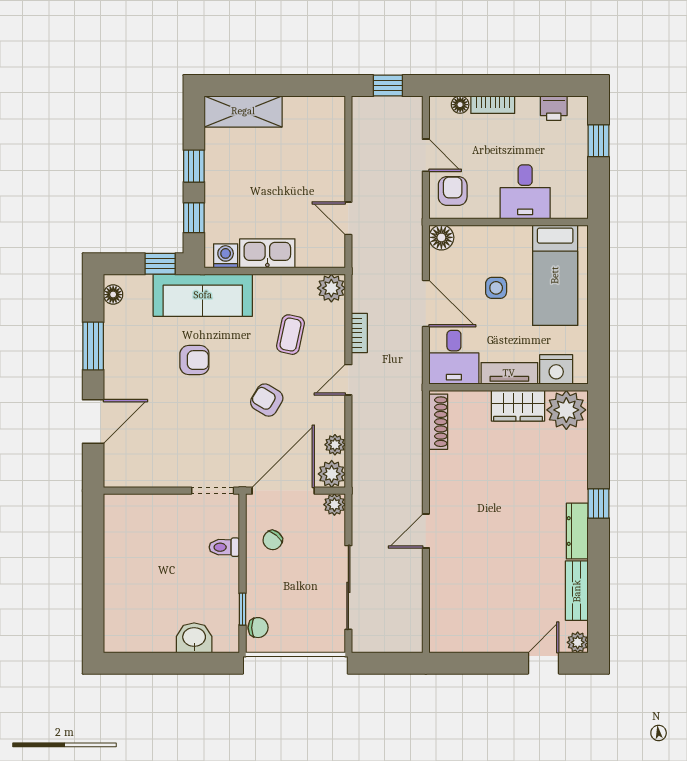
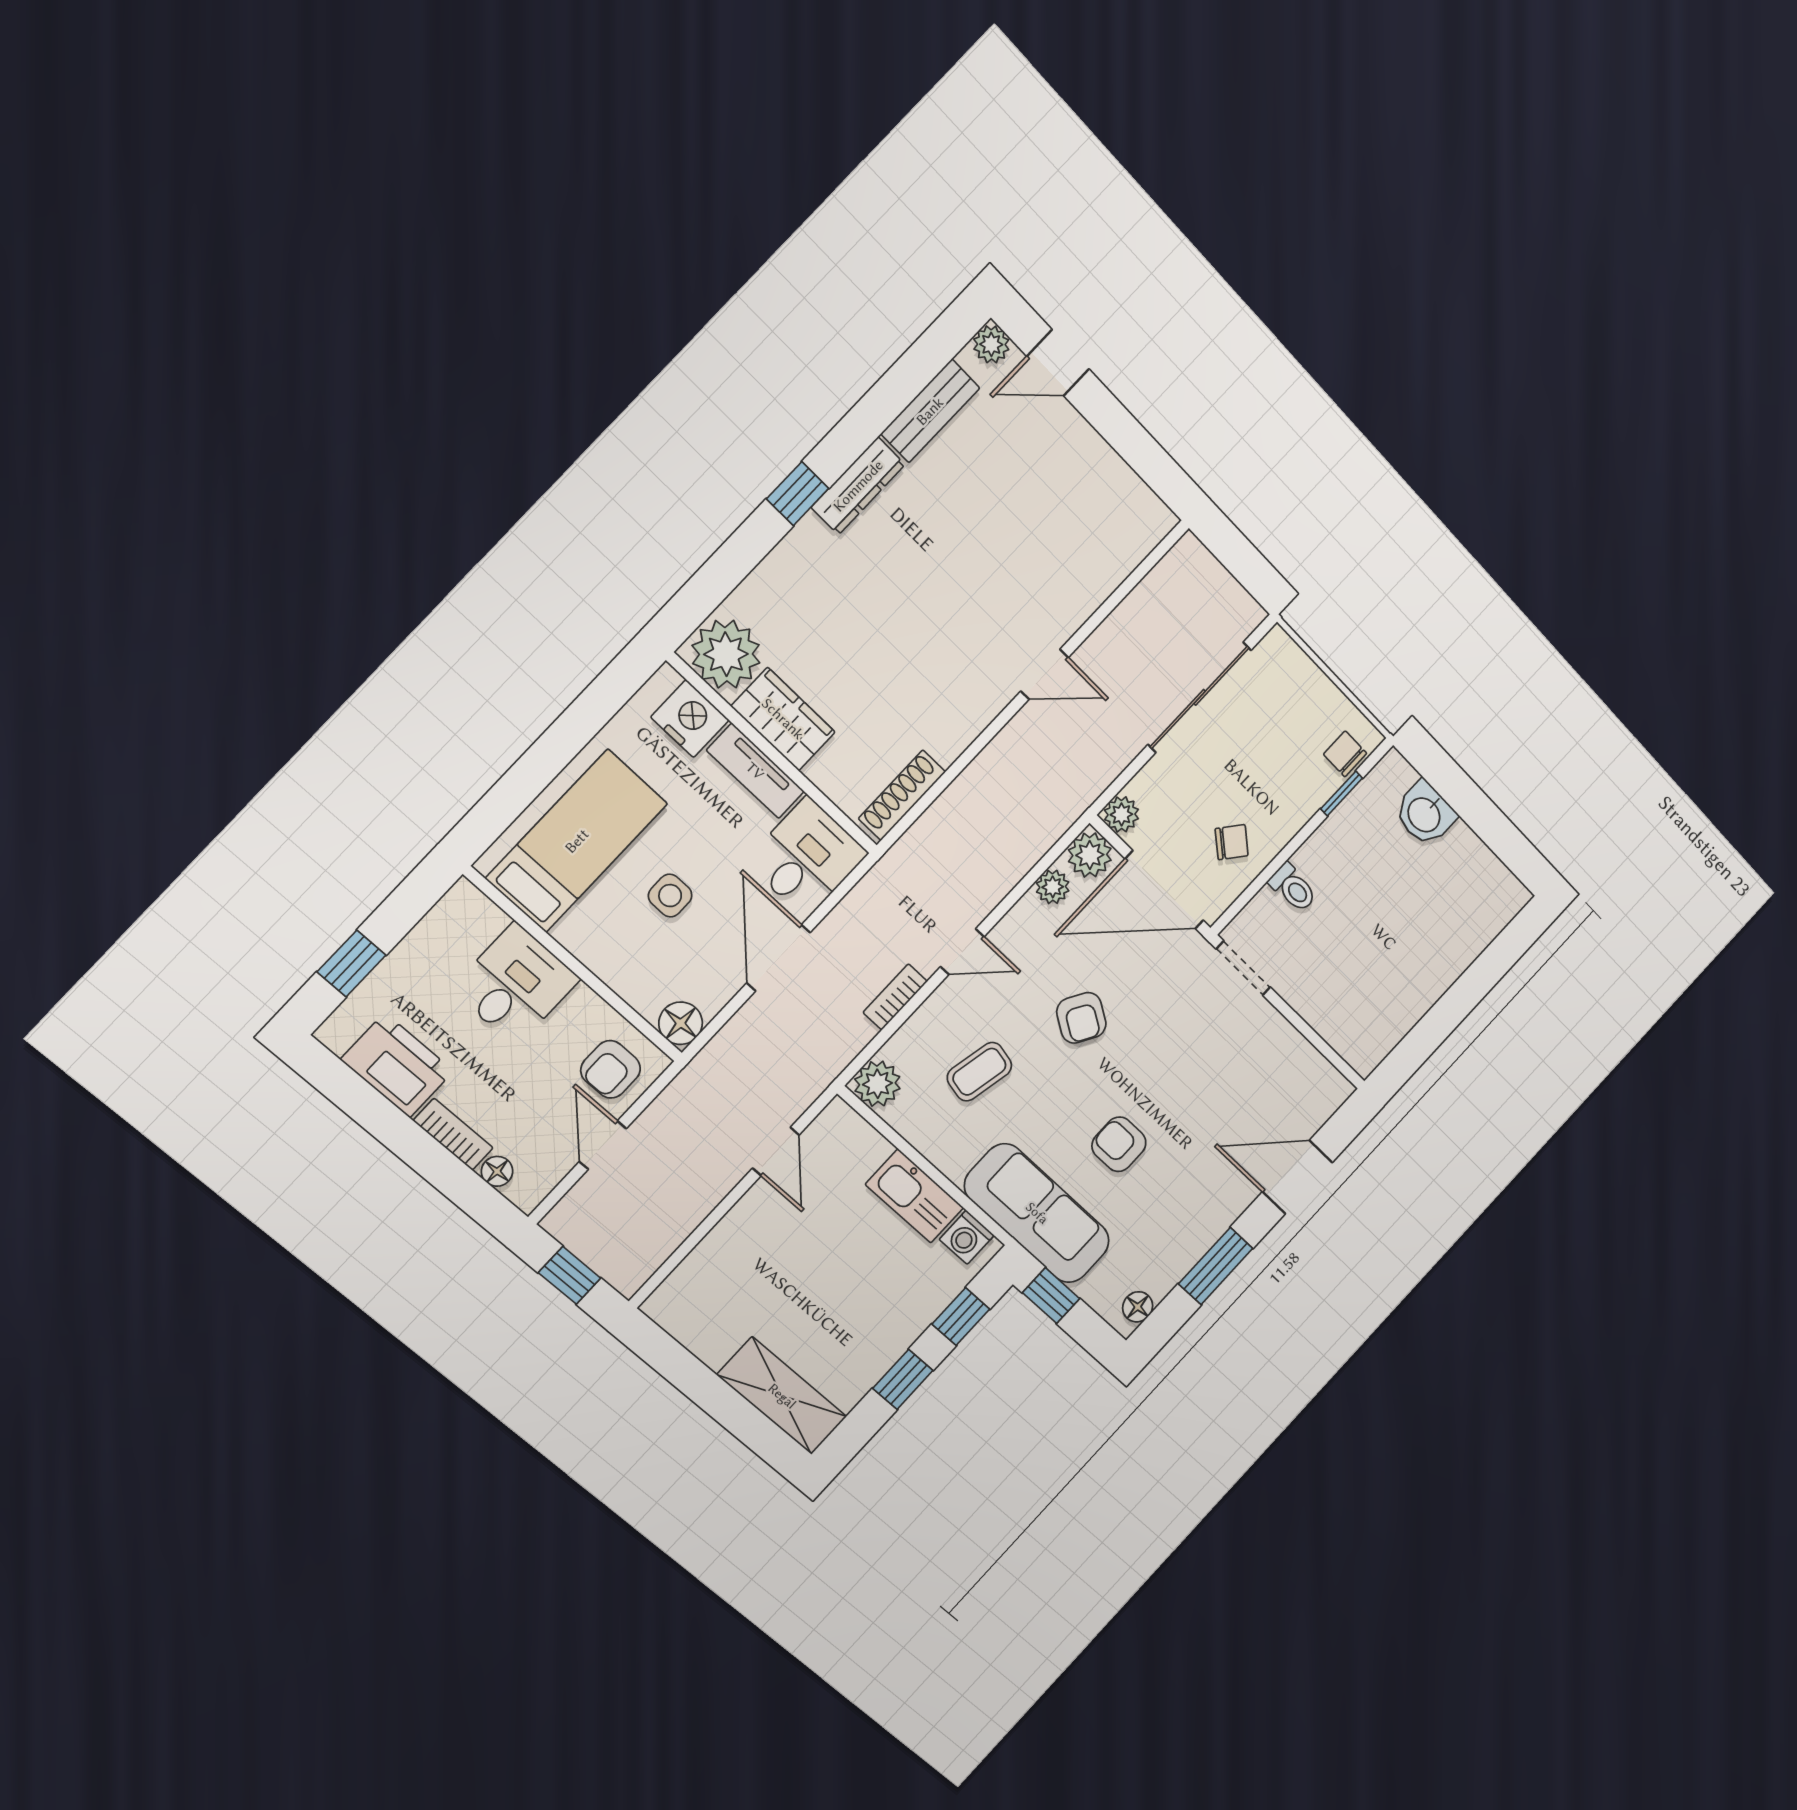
printer: (554, 108) -> (397, 1065), width x1.87, depth x1.48

